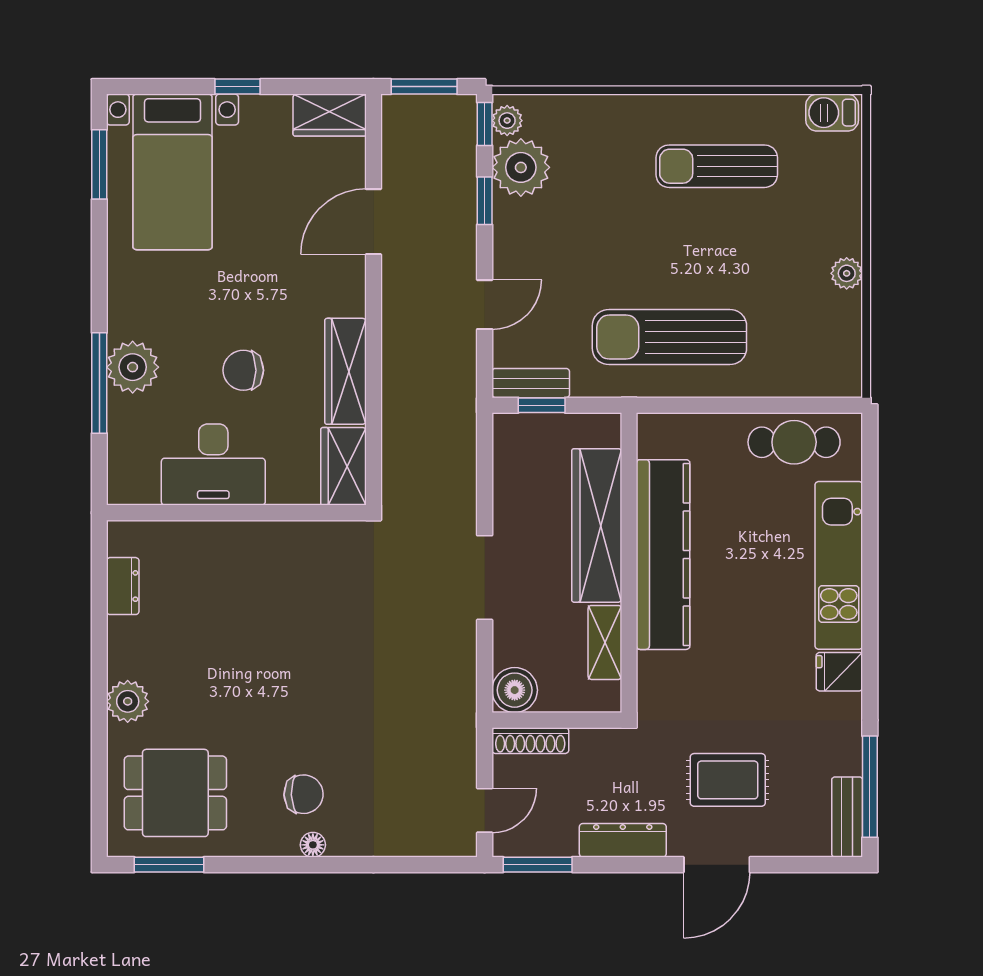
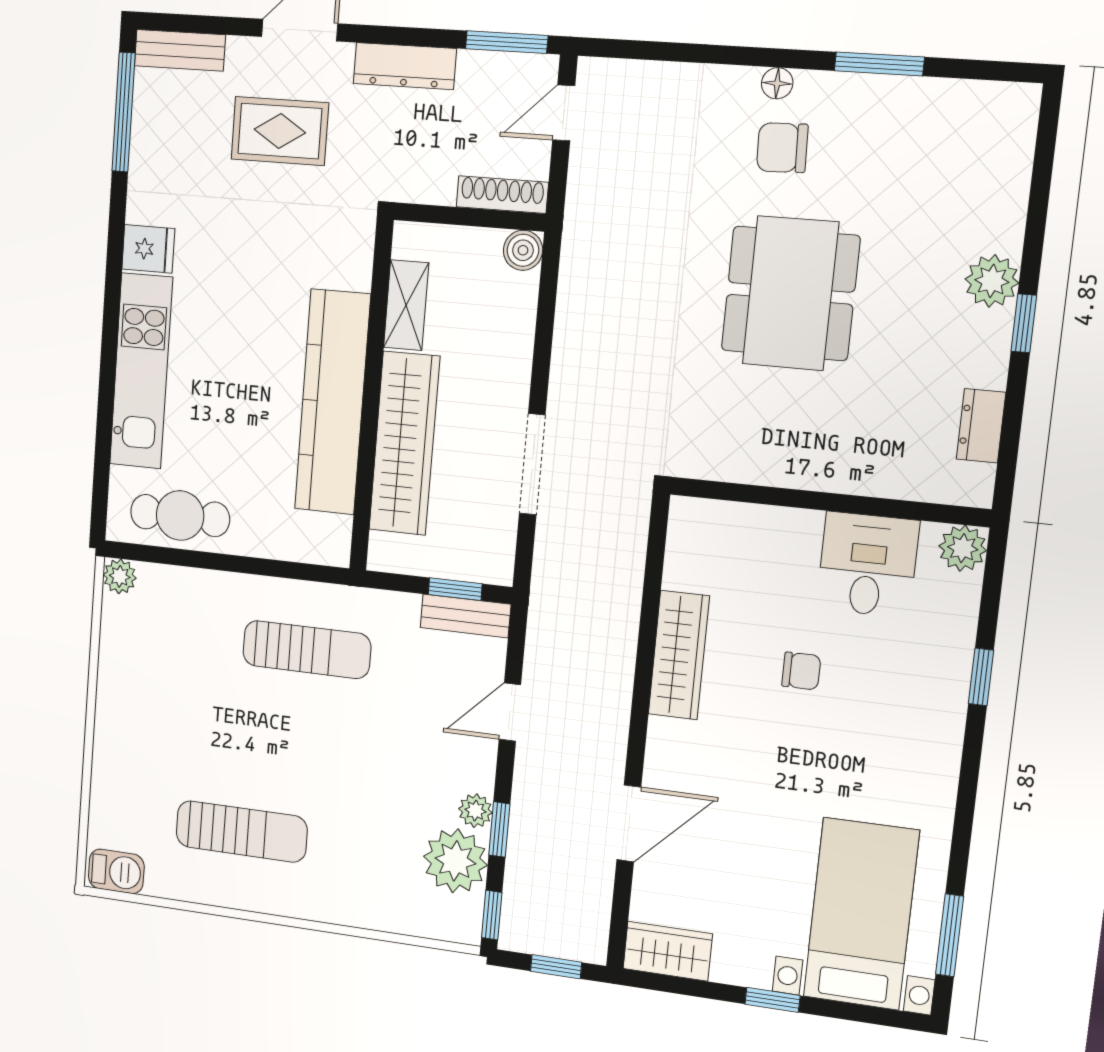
window: (424, 87) -> (556, 967), width x0.67
plant: (507, 121) -> (475, 811), moved
plant: (847, 273) -> (120, 576), moved
sun lounger: (669, 337) -> (307, 650), width x0.73, depth x0.75
plant: (133, 367) -> (963, 548), moved, width x0.73, depth x0.73
chair: (243, 370) -> (801, 671), width x0.73, depth x0.73
window: (99, 383) -> (981, 677), width x0.46
desk: (213, 465) -> (868, 565), width x0.73
wardrobe: (343, 466) -> (693, 544), removed
doorway: (485, 578) -> (532, 464), moved
window: (99, 670) -> (1024, 323), added
boiler: (515, 690) -> (523, 250), width x0.73, depth x0.73
dining table: (175, 793) -> (790, 293), moved, width x1.38
bench: (847, 817) -> (180, 50), moved, turned 90
window: (169, 865) -> (879, 64), moved

